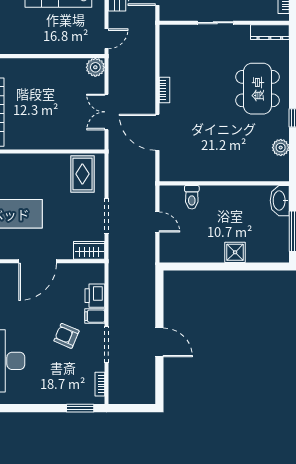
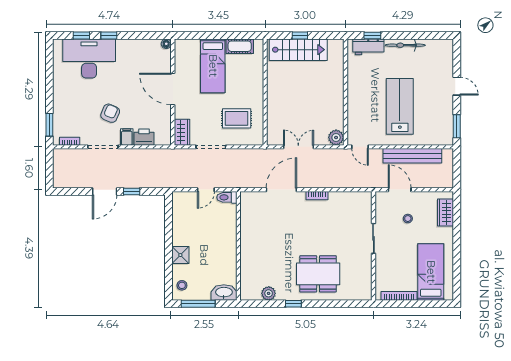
dresser: (270, 32) -> (366, 284), removed
rug: (82, 174) -> (237, 118), moved
toilet: (192, 197) -> (227, 197), moved
stool: (271, 250) -> (182, 285), added
window: (159, 310) -> (132, 191), added

